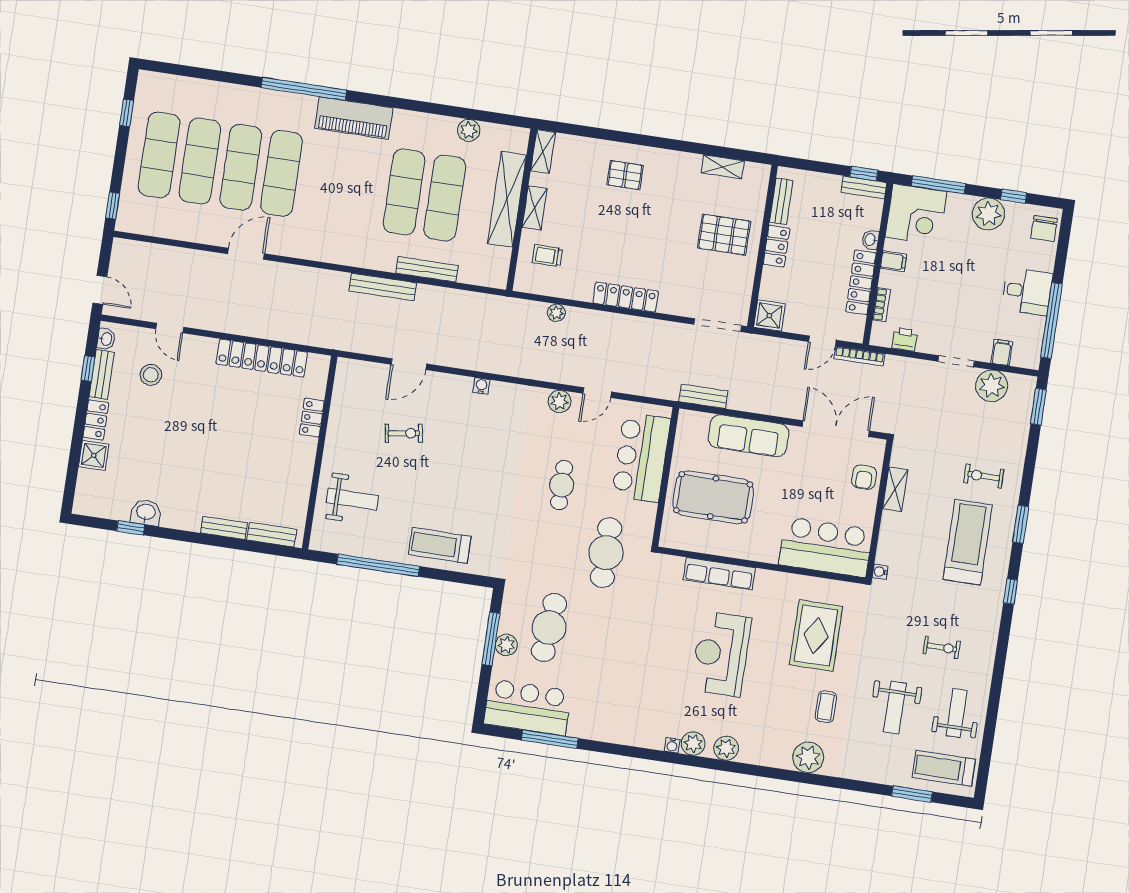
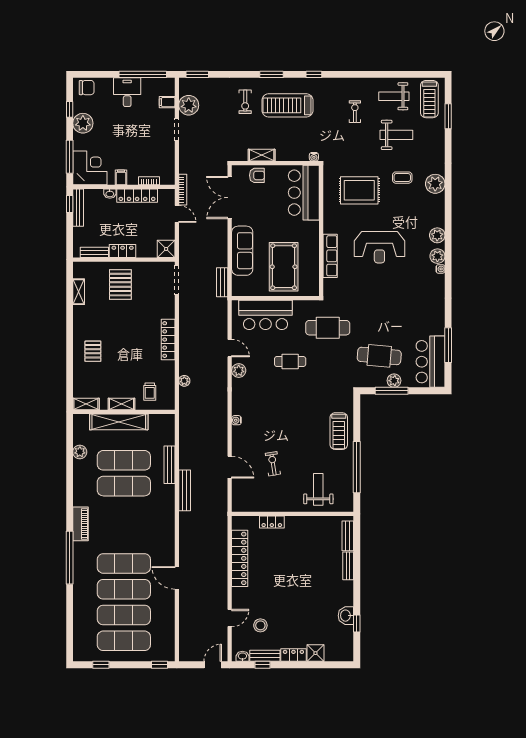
piano: (354, 118) -> (80, 524), width x0.73, depth x0.75
bench: (864, 187) -> (78, 208), width x1.36
printer: (905, 339) -> (168, 163), removed

